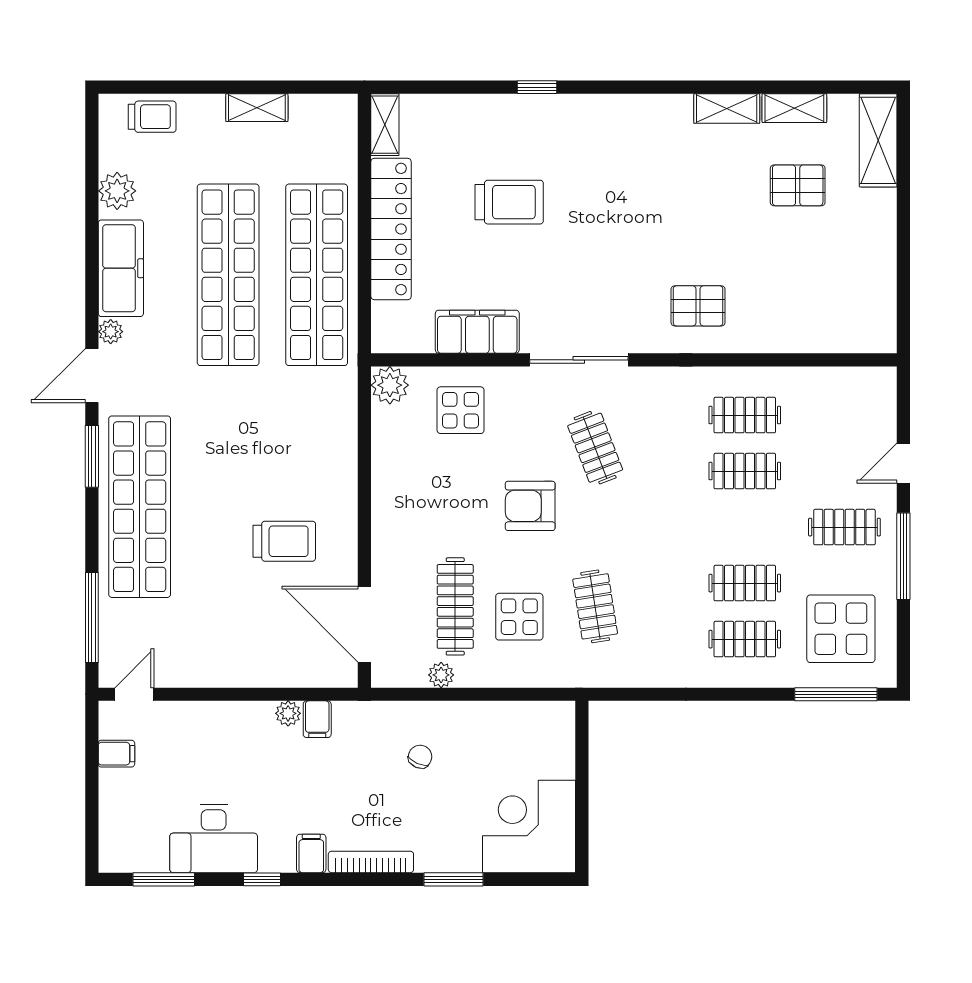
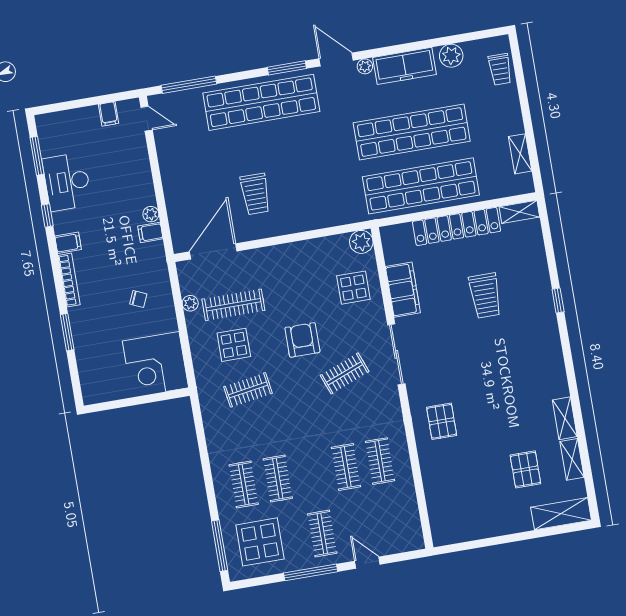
shelving: (257, 108) -> (520, 154), moved
corner desk: (529, 826) -> (155, 364), moved, turned 180

